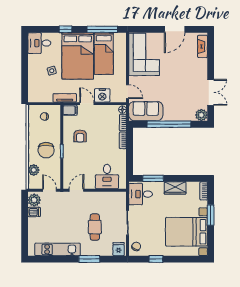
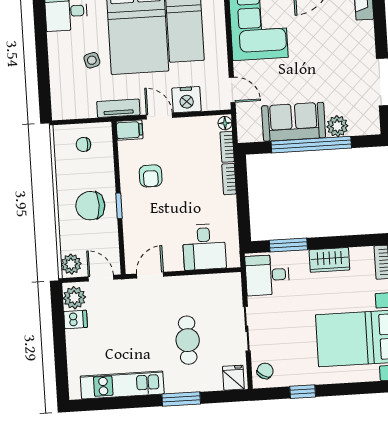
sofa: (146, 111) -> (294, 122), moved
plant: (201, 115) -> (337, 126), moved
chair: (46, 150) -> (90, 206), turned 90
plant: (34, 170) -> (71, 264), moved

